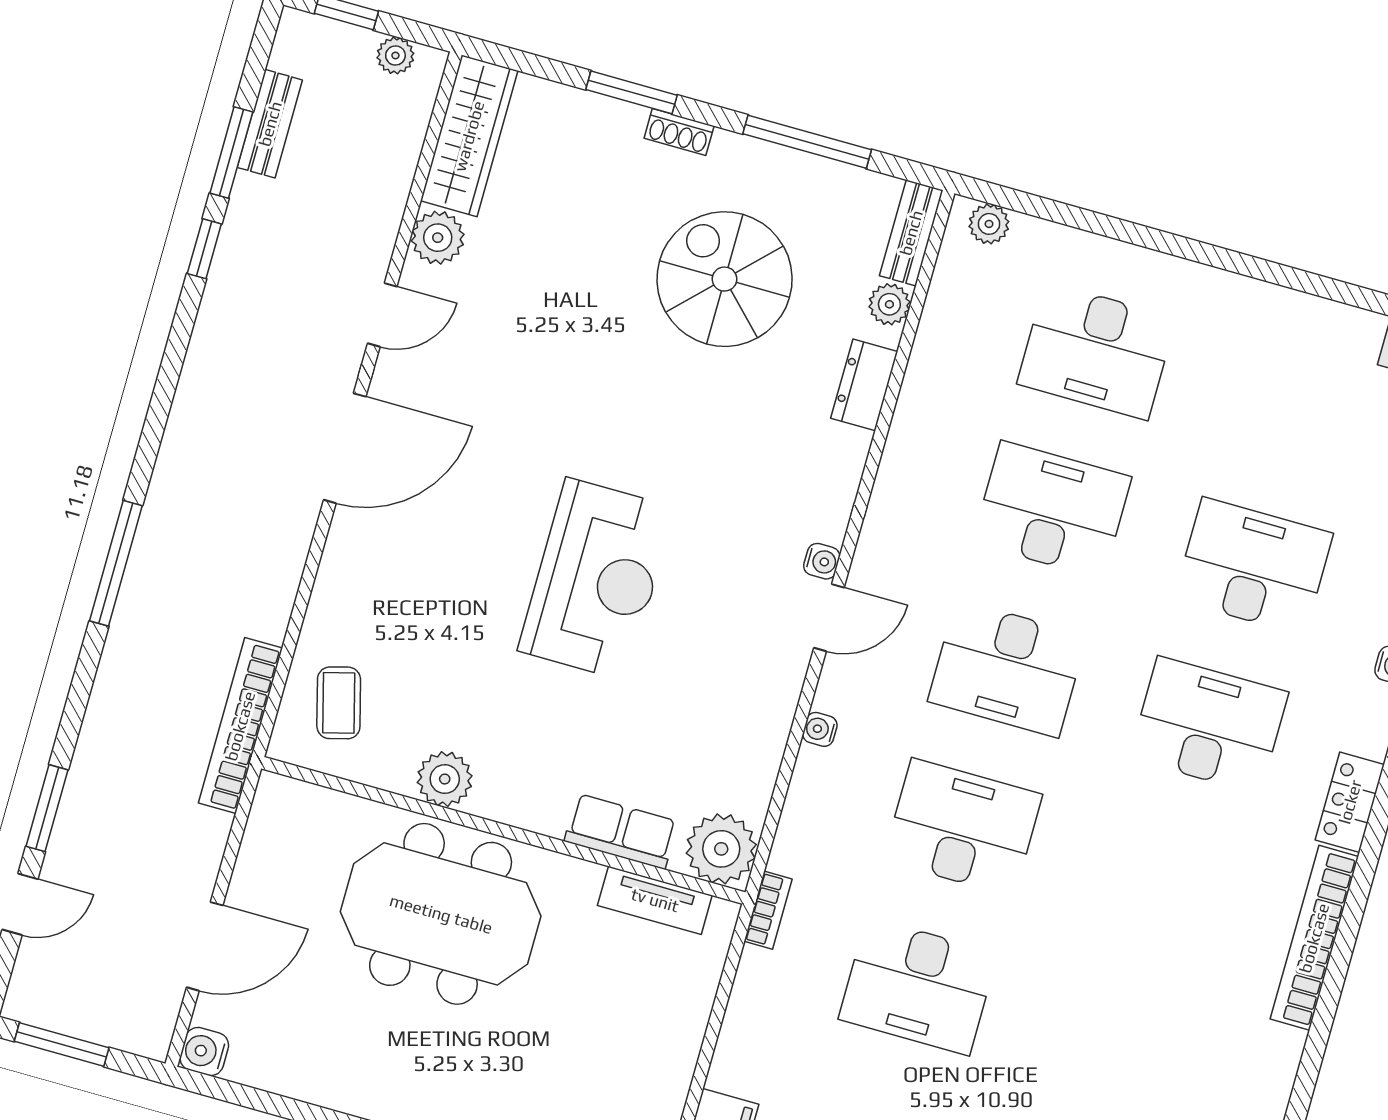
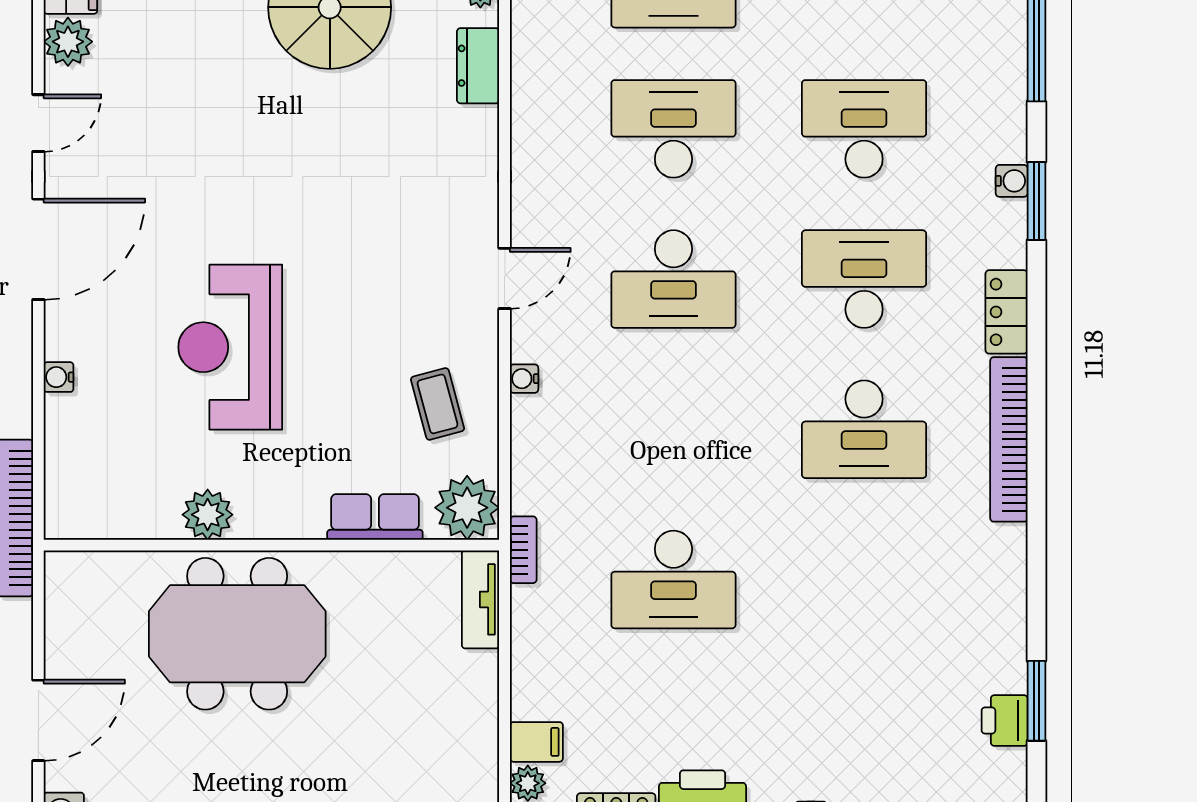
water cooler: (822, 561) -> (59, 377), moved, turned 180
reception desk: (596, 579) -> (230, 347), moved, turned 180
coffee table: (339, 703) -> (438, 404), moved
desk: (963, 827) -> (864, 429), moved, turned 180
tv unit: (655, 900) -> (481, 599), moved, turned 90

